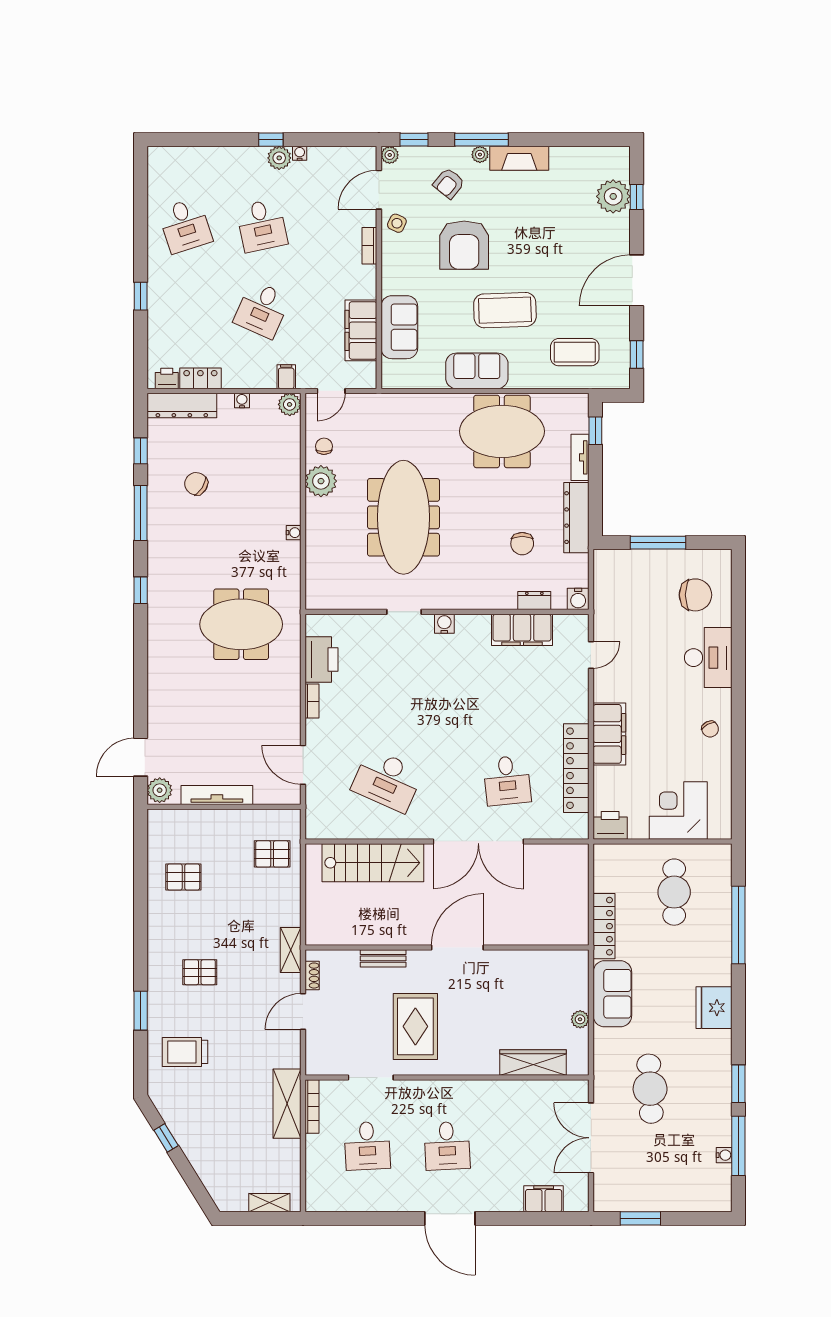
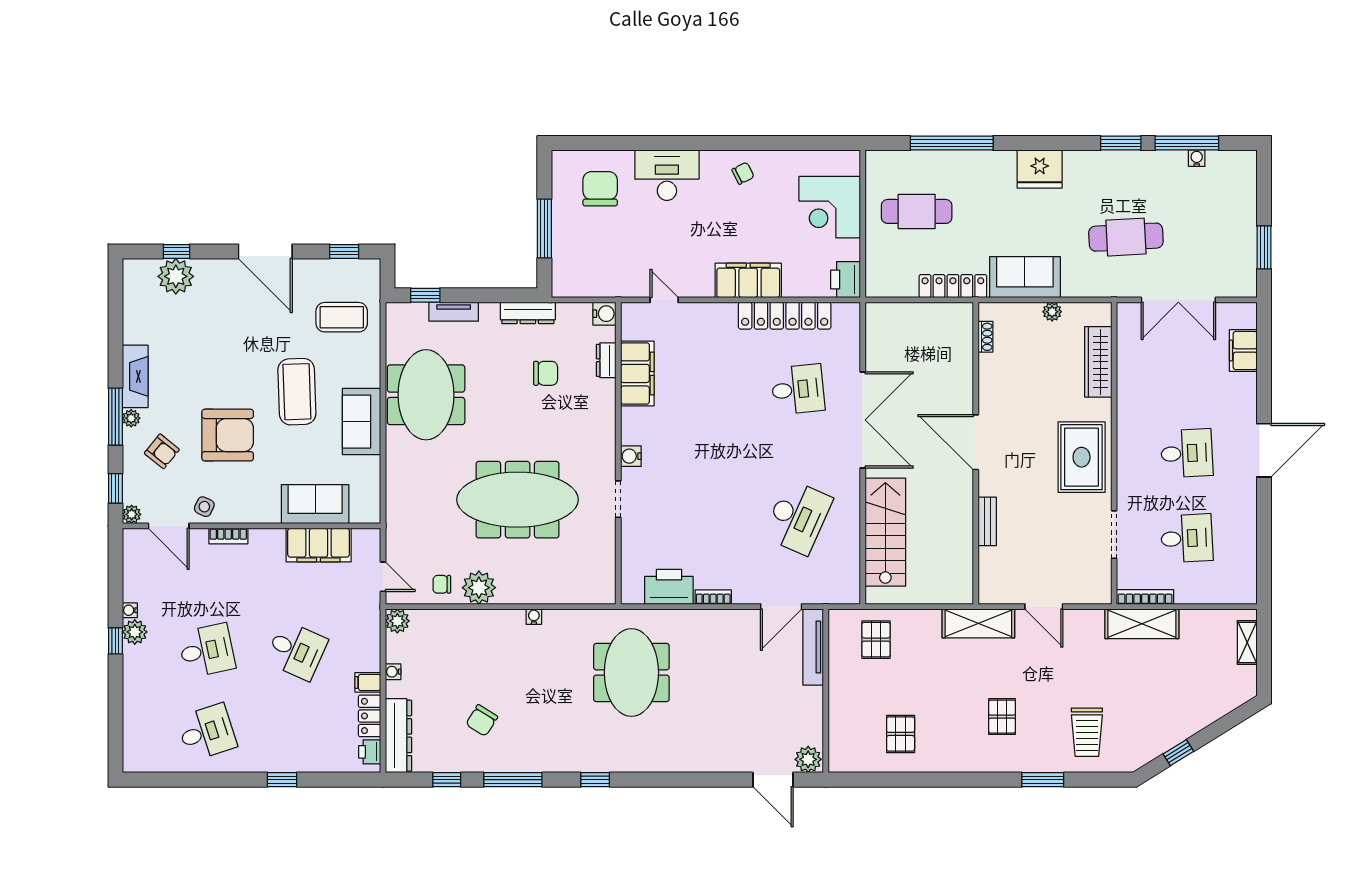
coffee table: (575, 352) -> (342, 317), turned 90
filing cabinet: (286, 377) -> (368, 682), moved
dresser: (576, 518) -> (528, 313), width x0.73, depth x0.80
tv unit: (217, 795) -> (813, 647), moved
shelving: (291, 950) -> (978, 623), width x1.50, depth x1.33
shoe rack: (312, 976) -> (985, 337), moved, turned 90
rug: (415, 1026) -> (1082, 457), moved, turned 90

